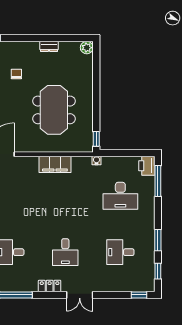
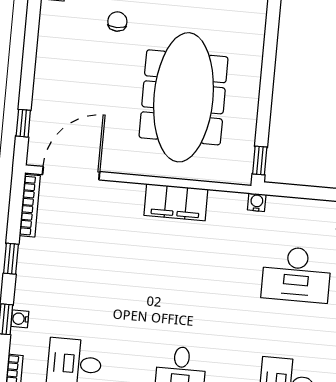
meeting table: (54, 110) -> (183, 97), width x1.36

